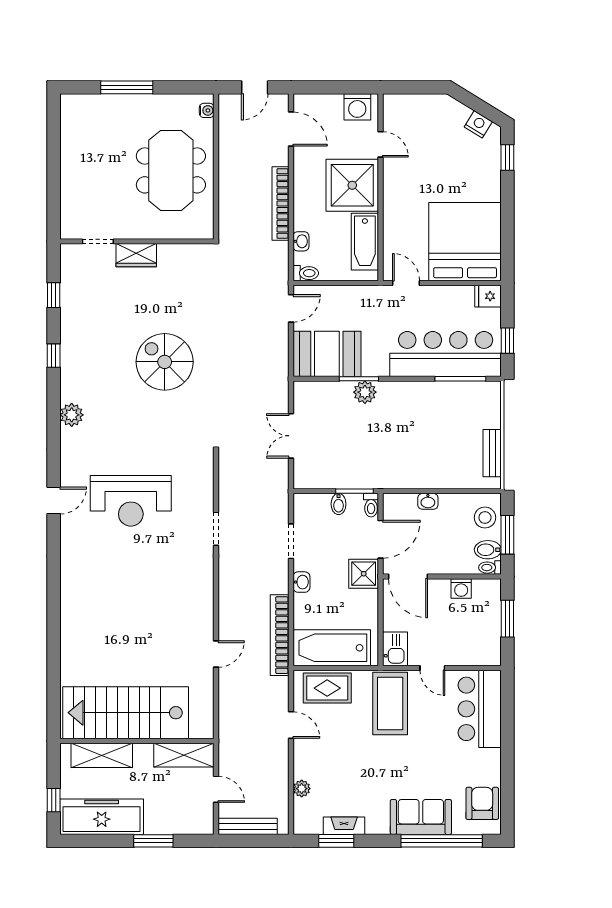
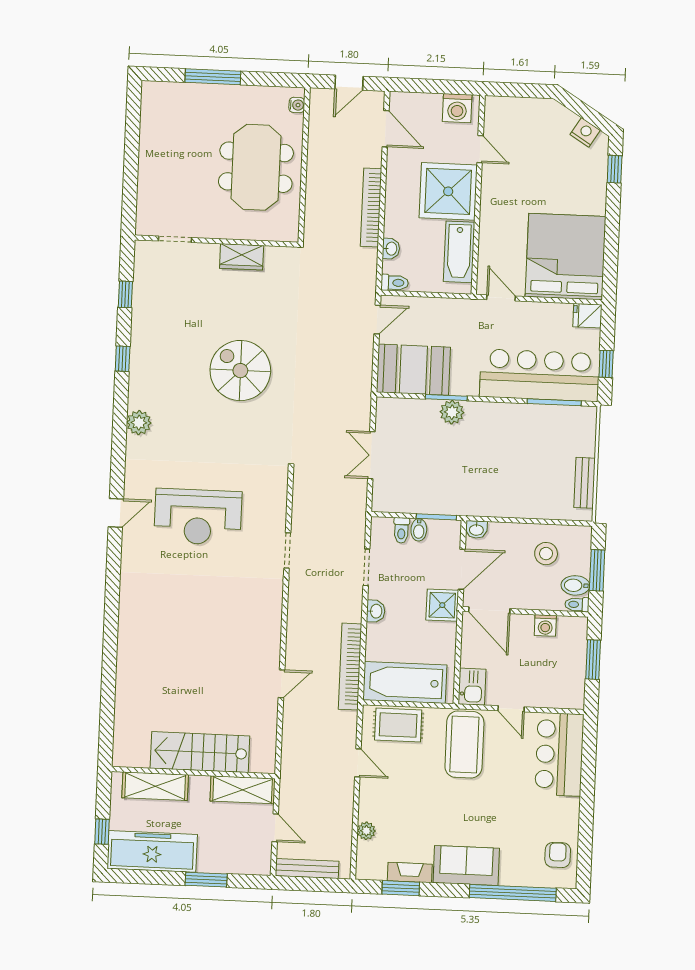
wardrobe: (136, 255) -> (242, 257), moved
washbasin: (428, 501) -> (476, 530), moved
toilet: (371, 505) -> (401, 530), moved
stool: (485, 518) -> (546, 554), moved
stairs: (126, 713) -> (200, 752), width x0.73, depth x0.66
armchair: (482, 803) -> (558, 855), width x0.72, depth x0.72
sofa: (421, 817) -> (466, 866), moved

